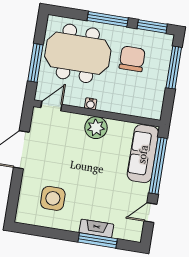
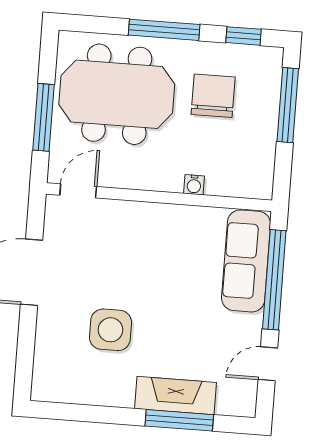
window: (152, 26) -> (244, 36), width x0.67
water cooler: (91, 104) -> (194, 185), moved
plant: (96, 128) -> (160, 222), removed
side table: (53, 198) -> (110, 330), moved
fireplace: (96, 228) -> (176, 396), width x1.37, depth x1.32

